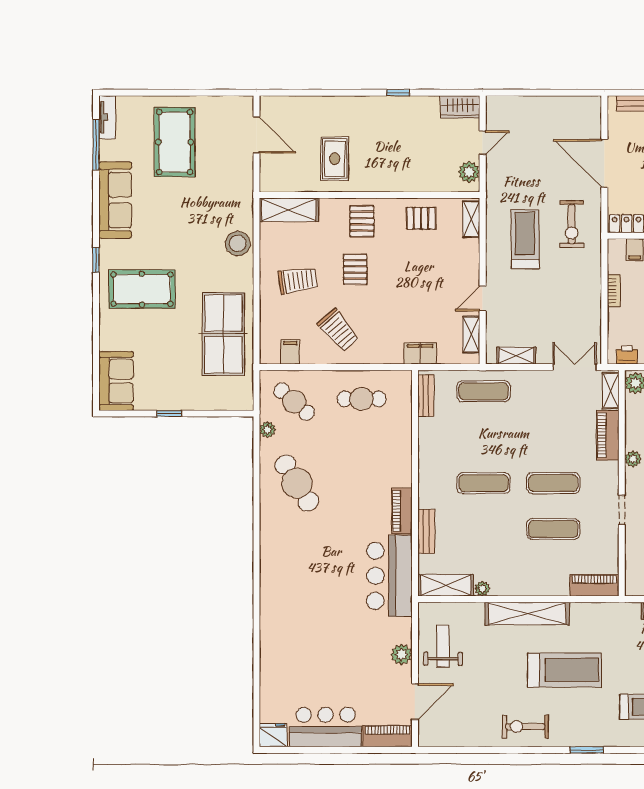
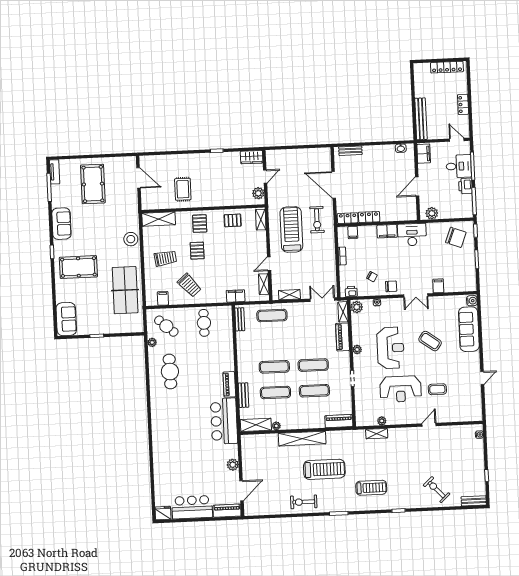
sofa: (115, 200) -> (61, 224), width x0.73
treadmill: (525, 239) -> (291, 229), width x1.37, depth x1.38
cafe table: (362, 399) -> (204, 323), turned 90
cafe table: (297, 483) -> (170, 372), turned 31
exercise mat: (484, 529) -> (275, 392), added
weight bench: (443, 646) -> (256, 459), removed

